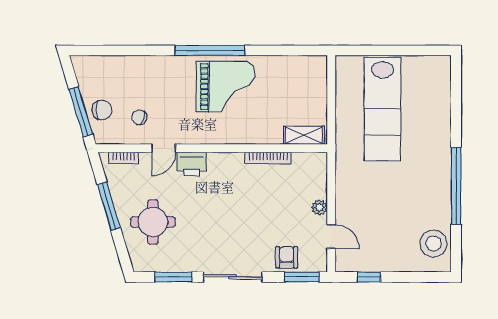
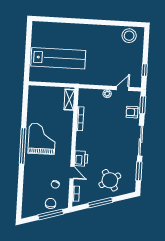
window: (456, 186) -> (100, 22), removed
round table: (153, 222) -> (110, 180), turned -32

